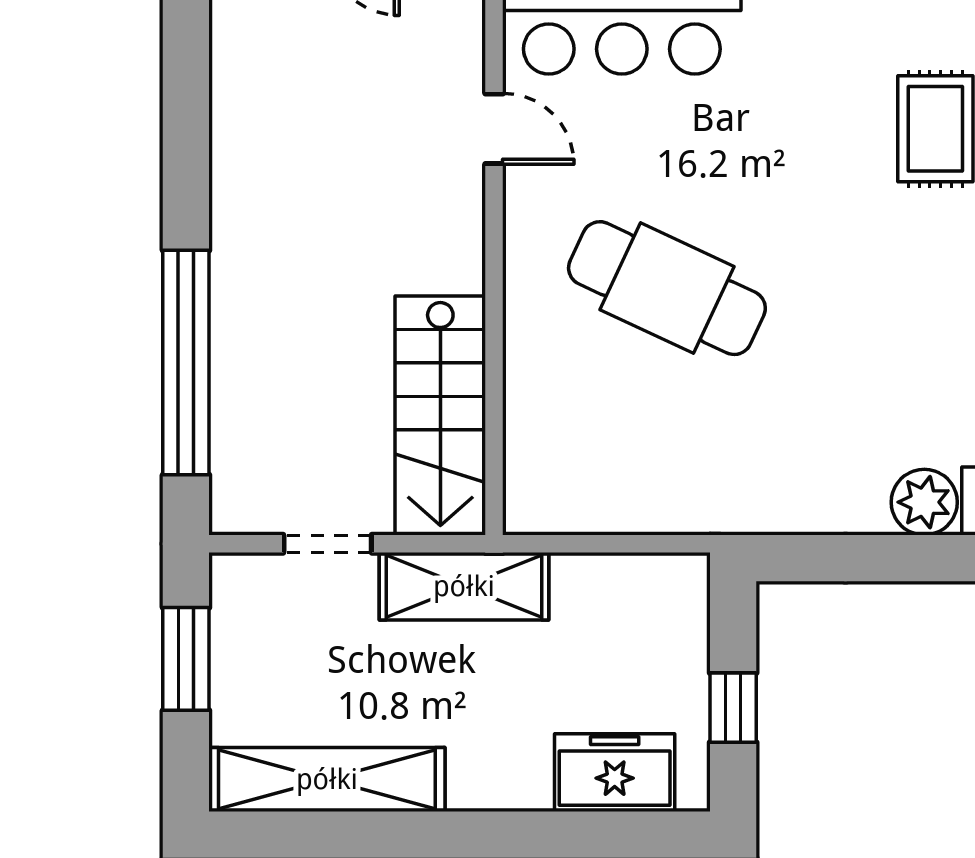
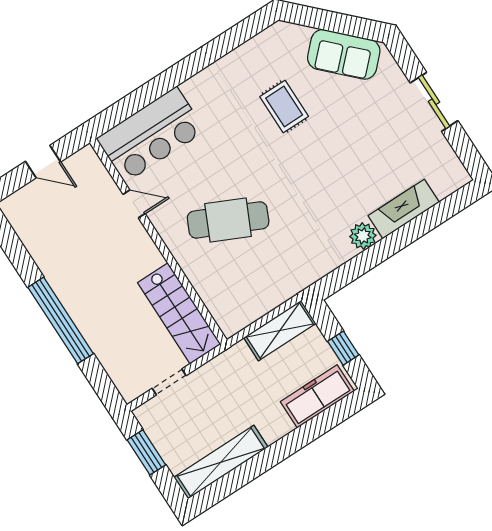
window: (186, 363) -> (61, 320), moved
shelving: (464, 586) -> (280, 331), moved
freezer: (615, 773) -> (317, 396), width x1.40

